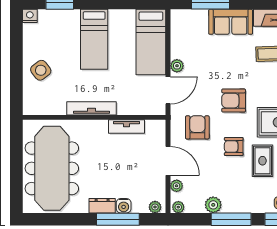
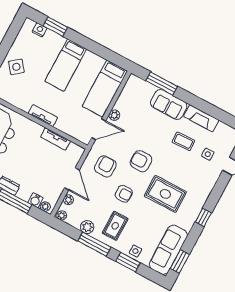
nightstand: (30, 16) -> (40, 30), moved
tv unit: (91, 108) -> (43, 116), width x0.71
armchair: (234, 146) -> (124, 194), turned 180
rug: (262, 161) -> (115, 226), moved
water cooler: (124, 206) -> (35, 200), moved

